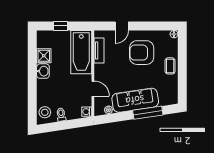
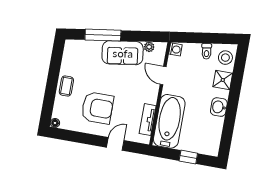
shower: (44, 56) -> (223, 80), moved
sofa: (135, 100) -> (123, 53), width x0.73

